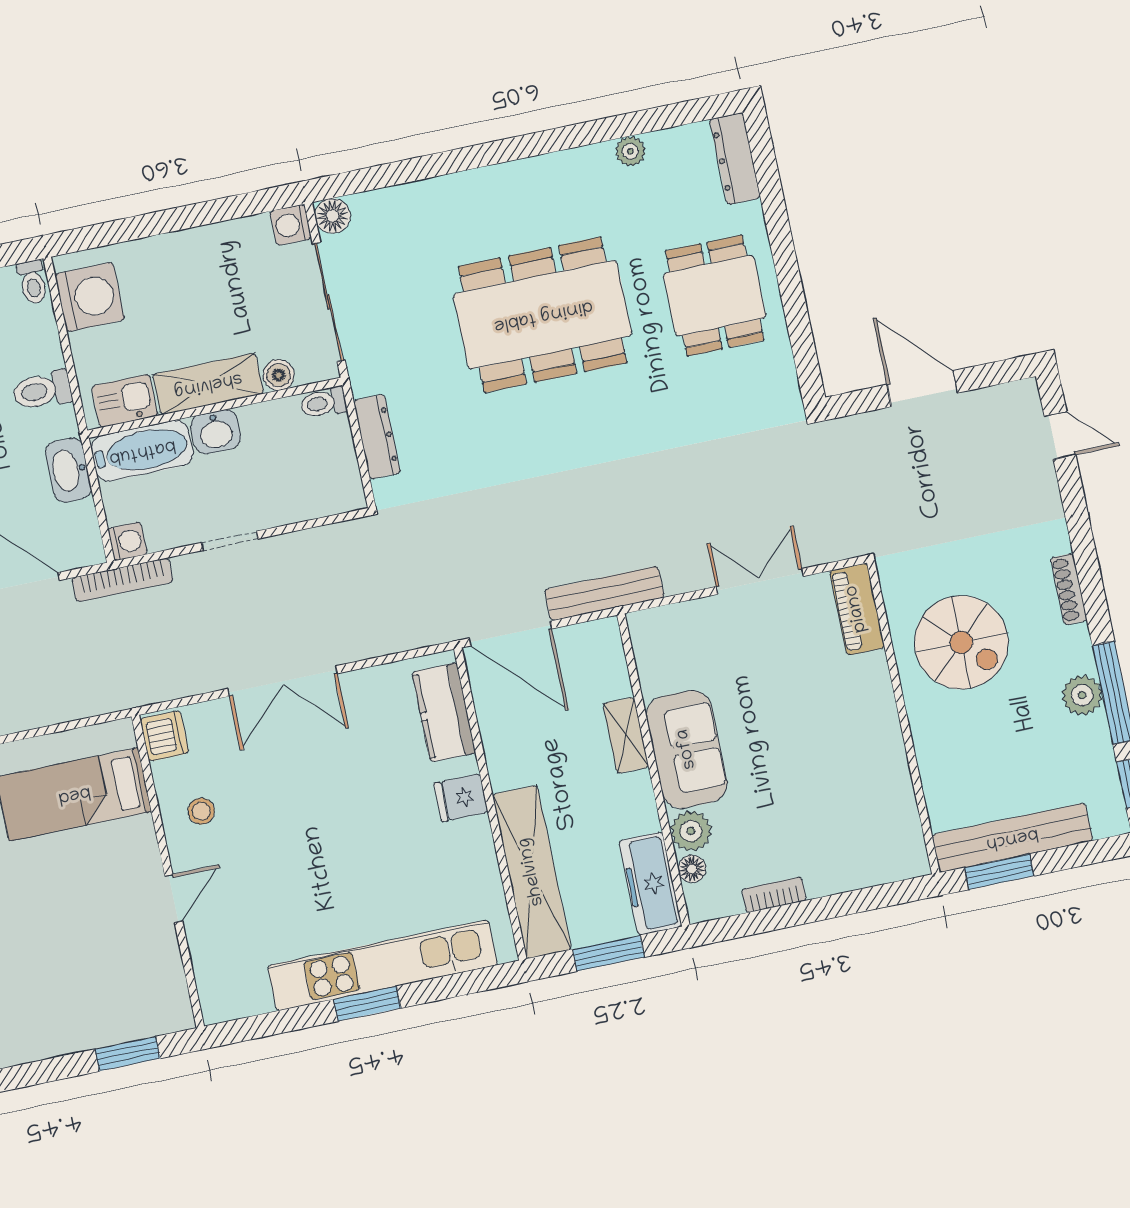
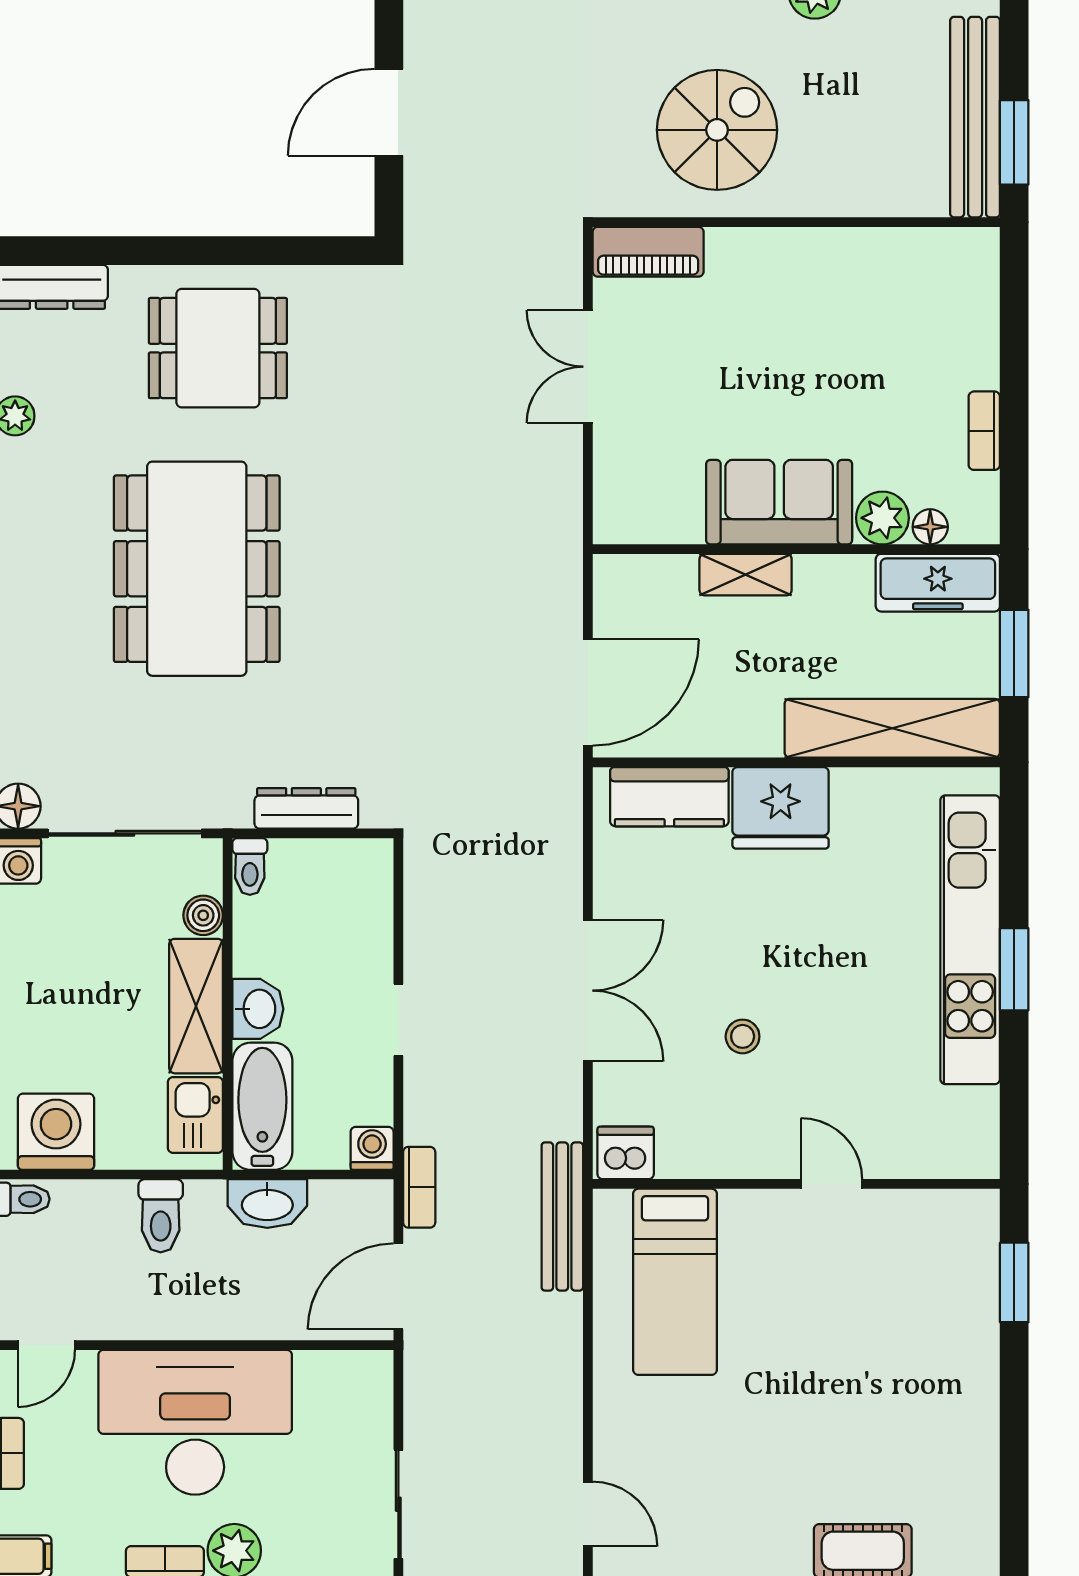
bookcase: (123, 580) -> (419, 1187), width x0.64
bench: (604, 594) -> (562, 1216), moved
fridge: (461, 798) -> (781, 808), width x1.88, depth x1.34
stool: (201, 811) -> (743, 1036), moved

